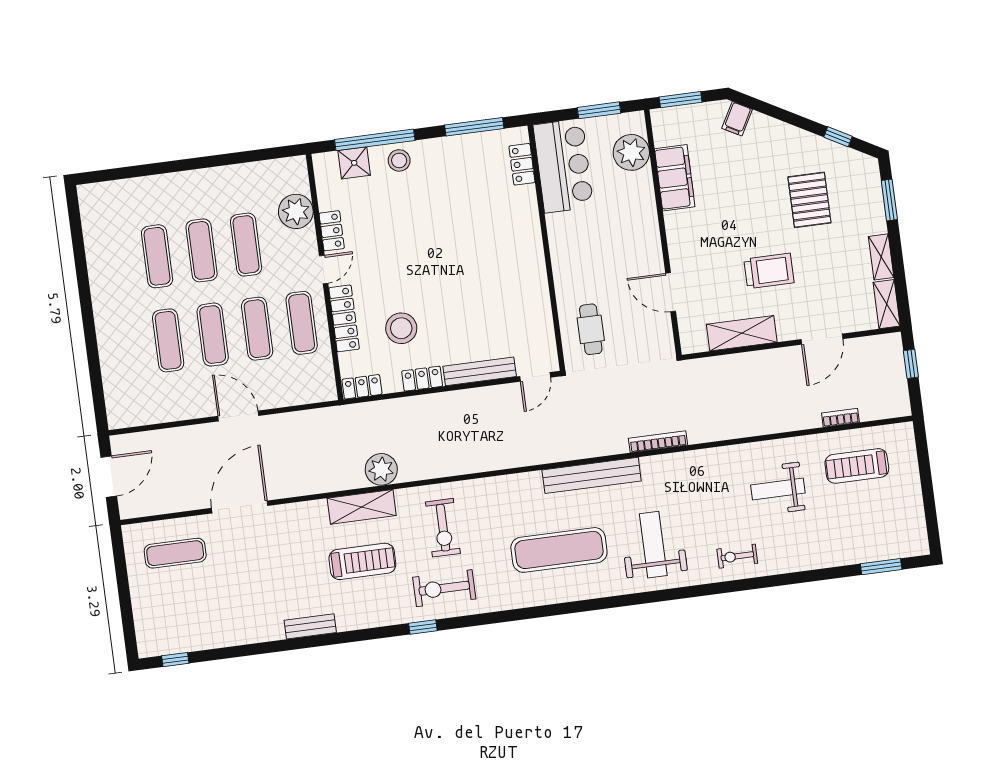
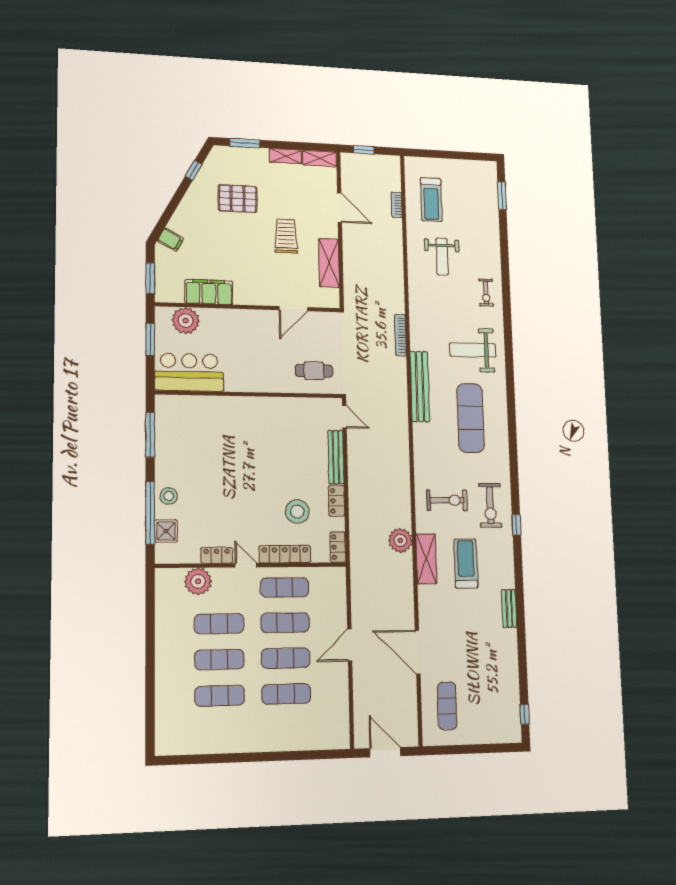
locker: (522, 164) -> (184, 403), removed

